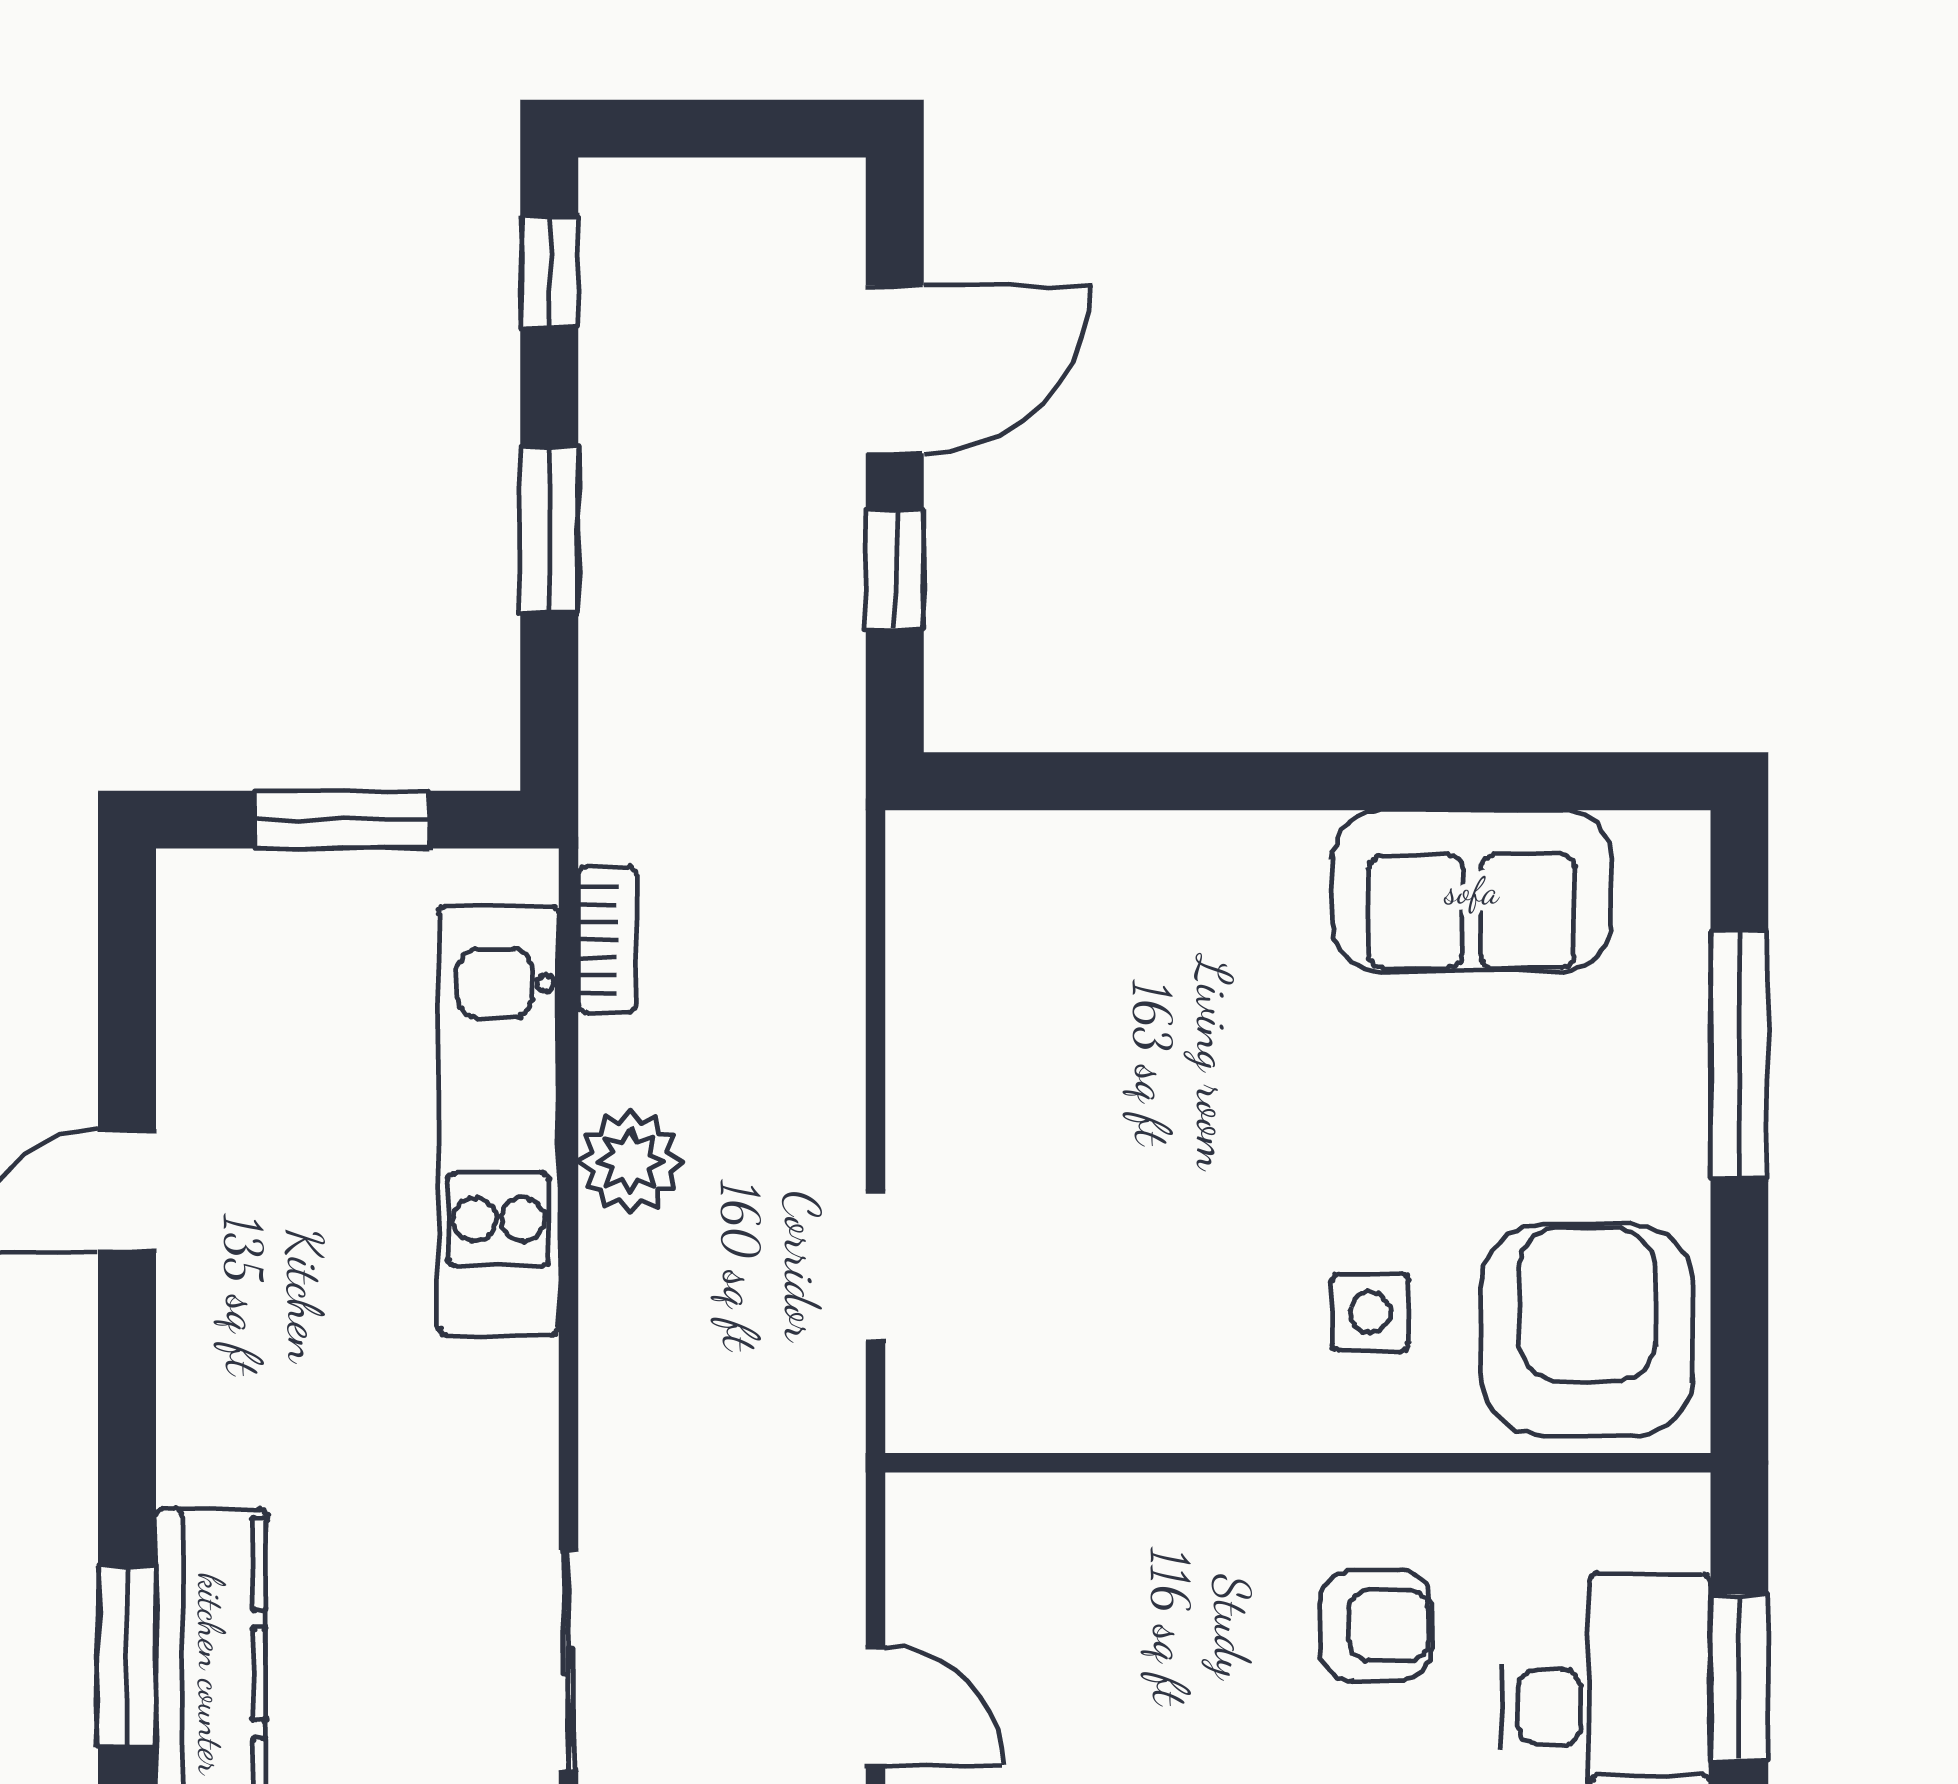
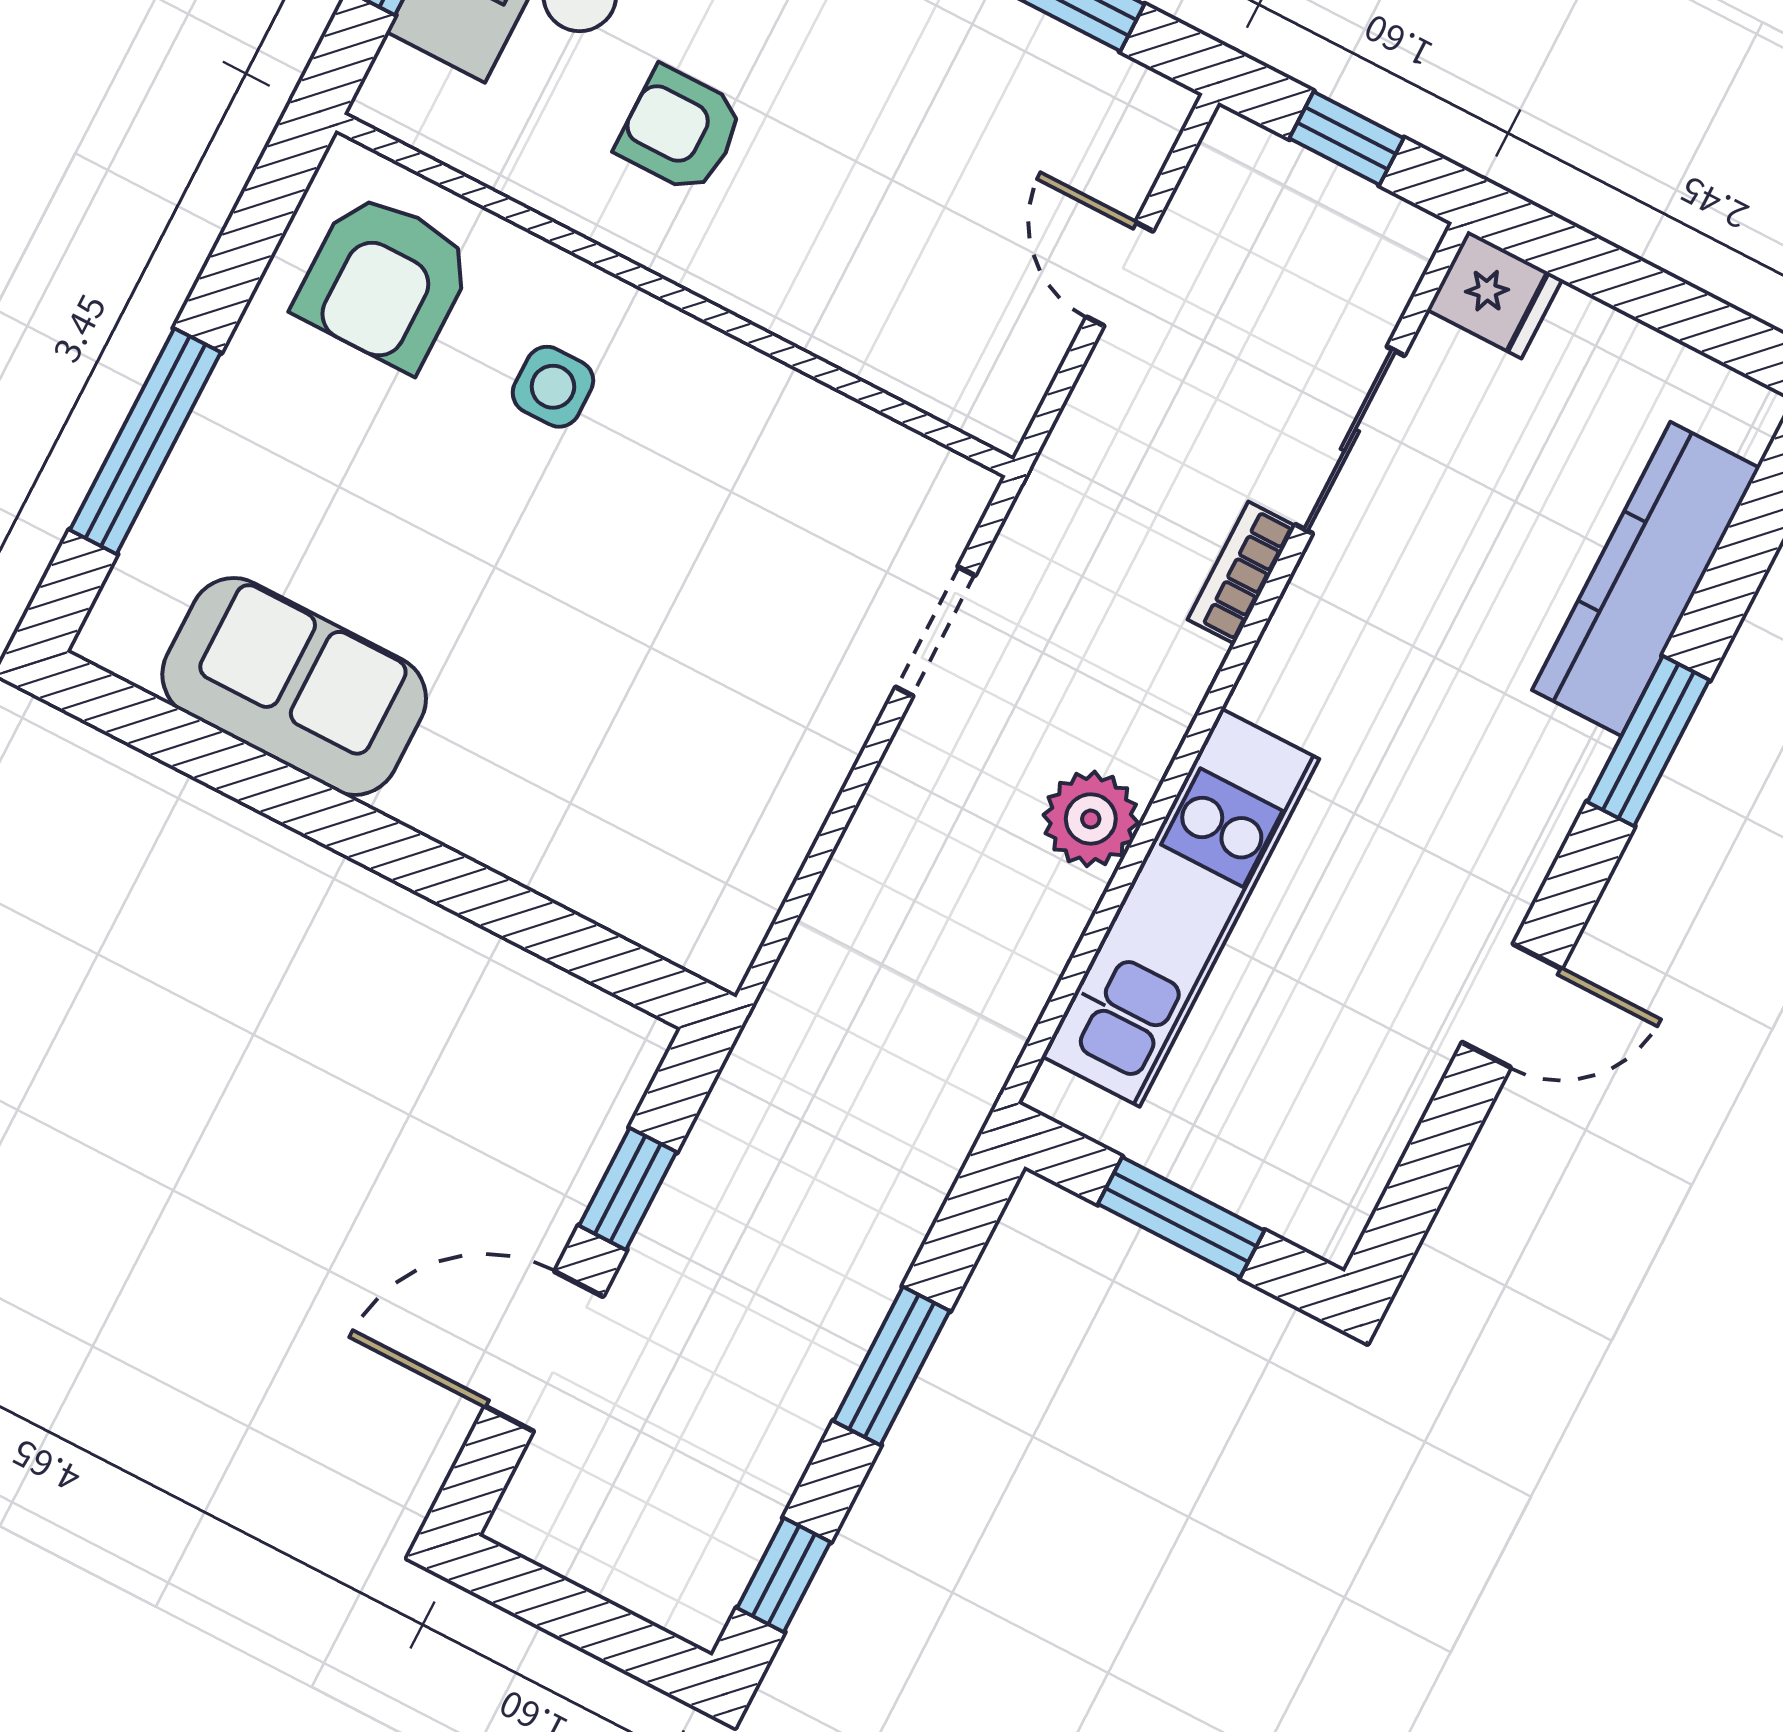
bookcase: (607, 940) -> (1242, 573), moved
armchair: (1587, 1330) -> (384, 281), width x0.73, depth x0.73
window: (127, 1657) -> (1648, 741), moved

